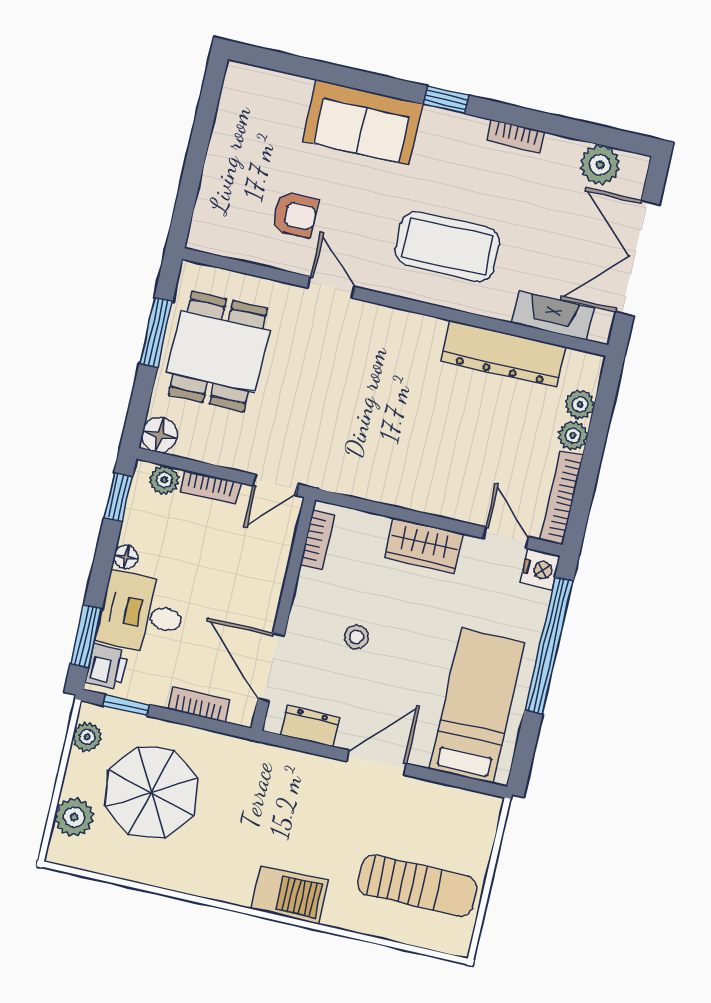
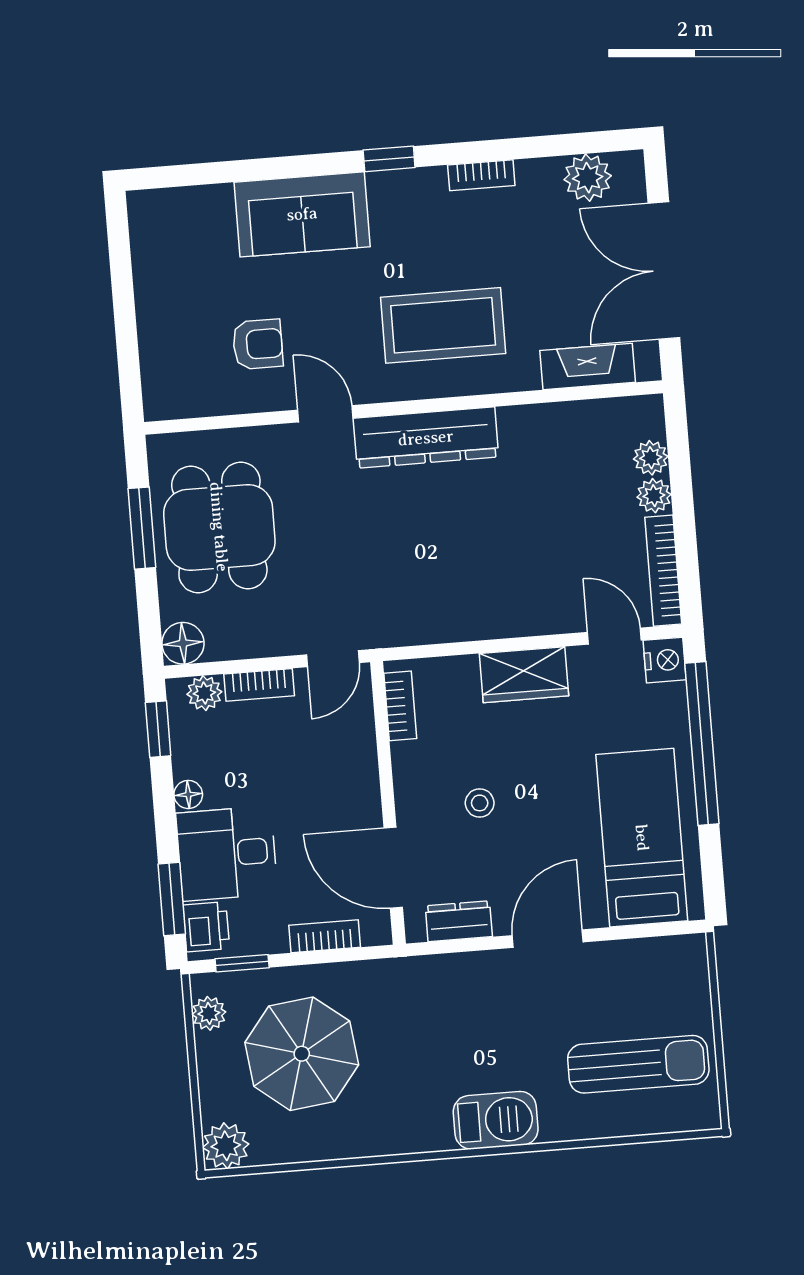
dresser: (503, 354) -> (426, 438), moved
plant: (74, 817) -> (226, 1146), moved

